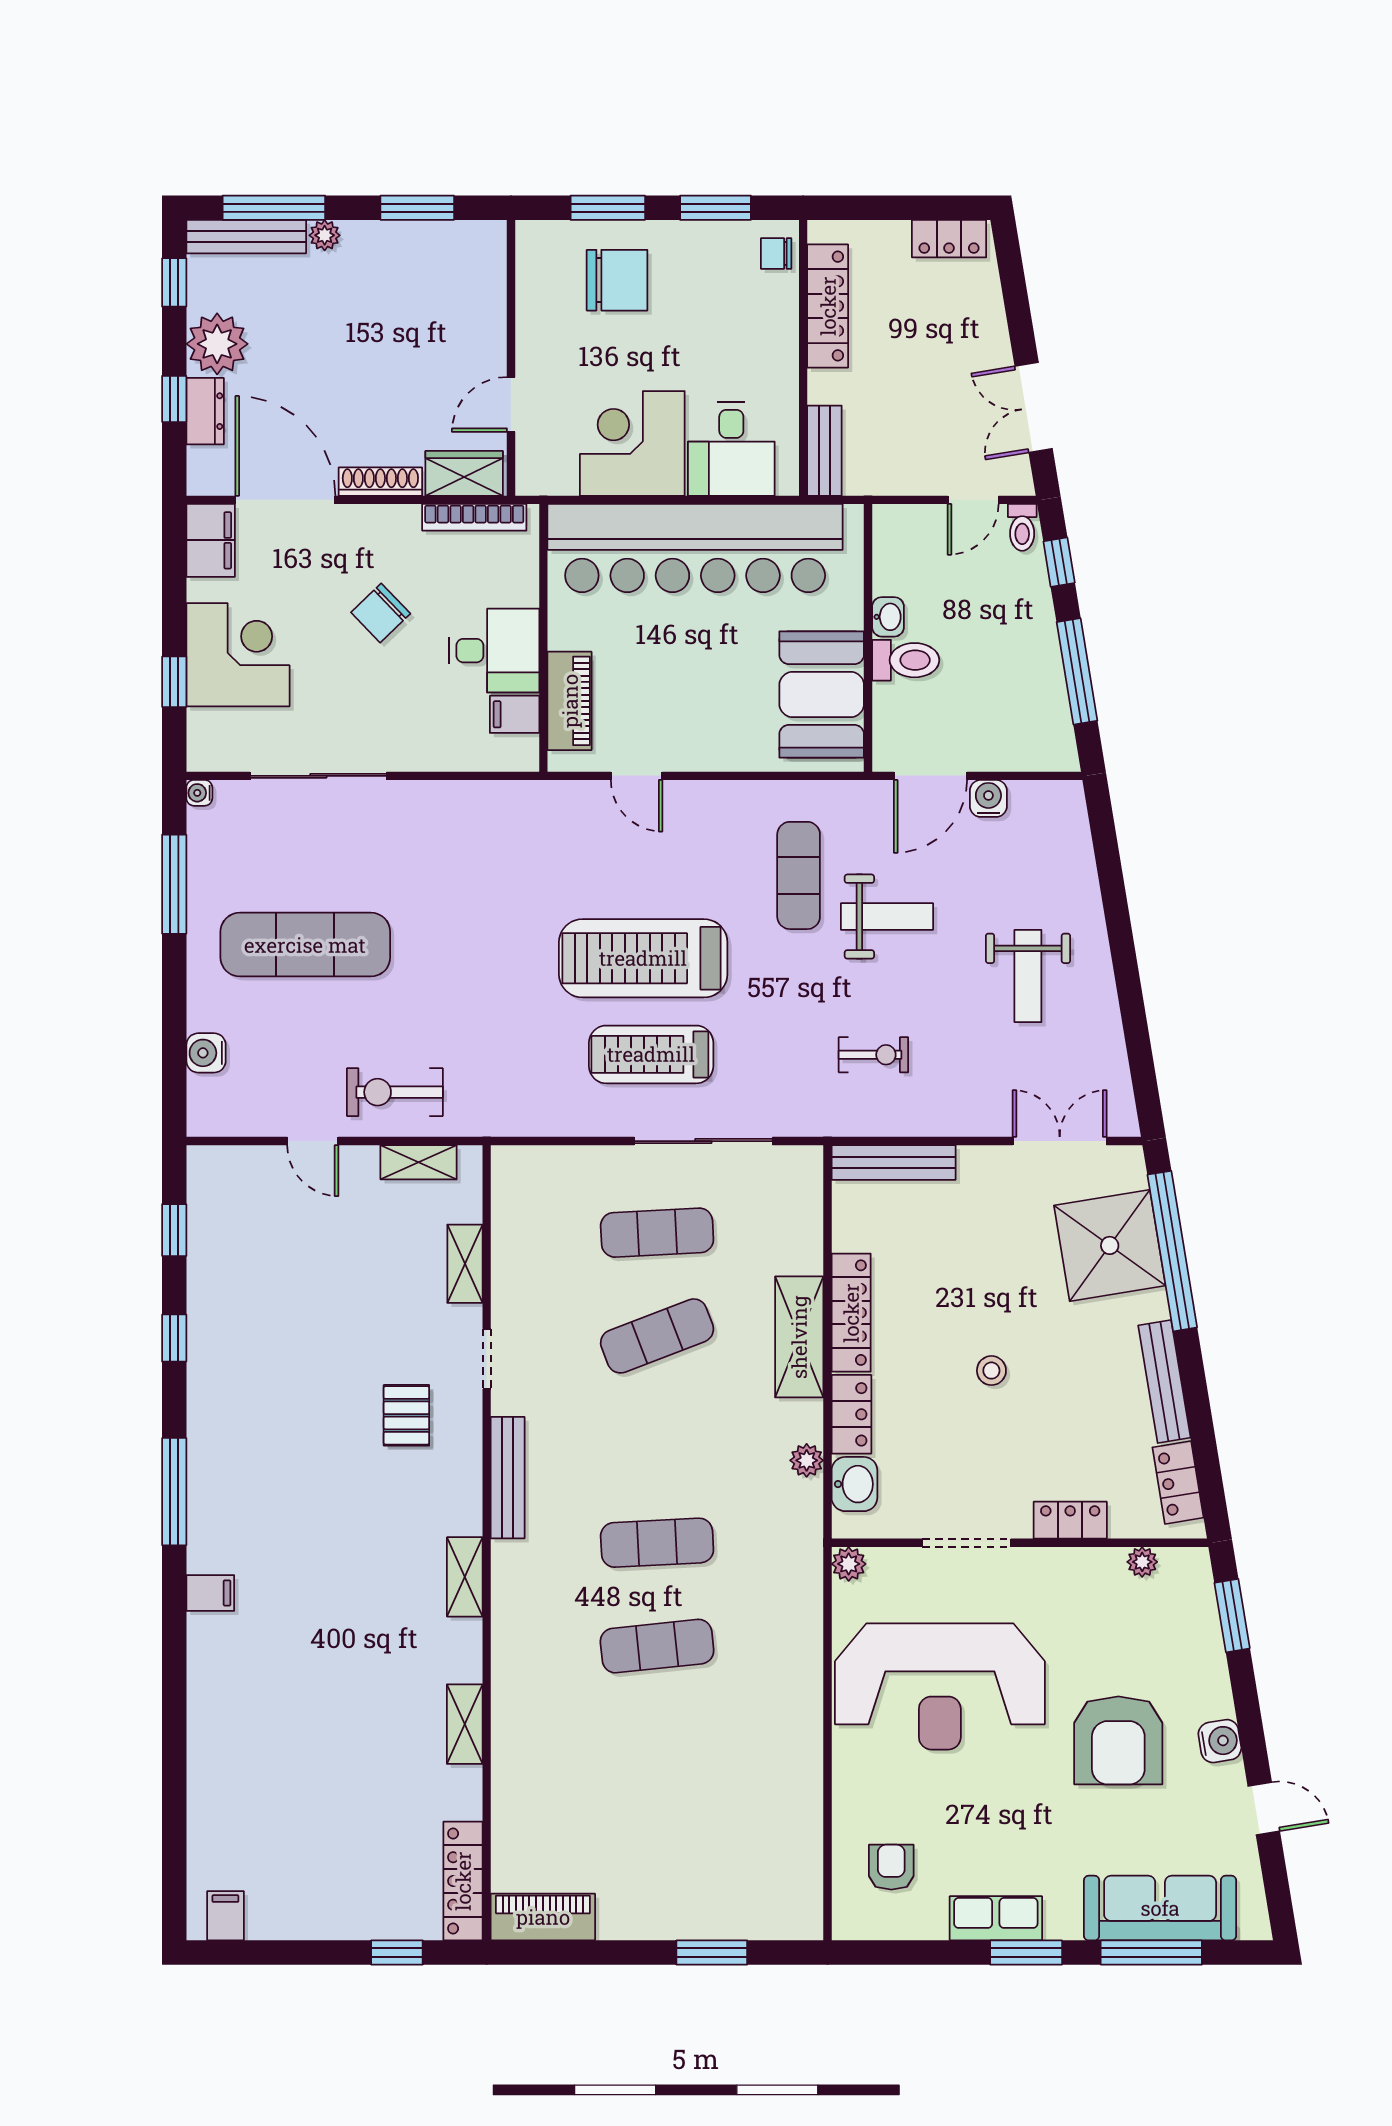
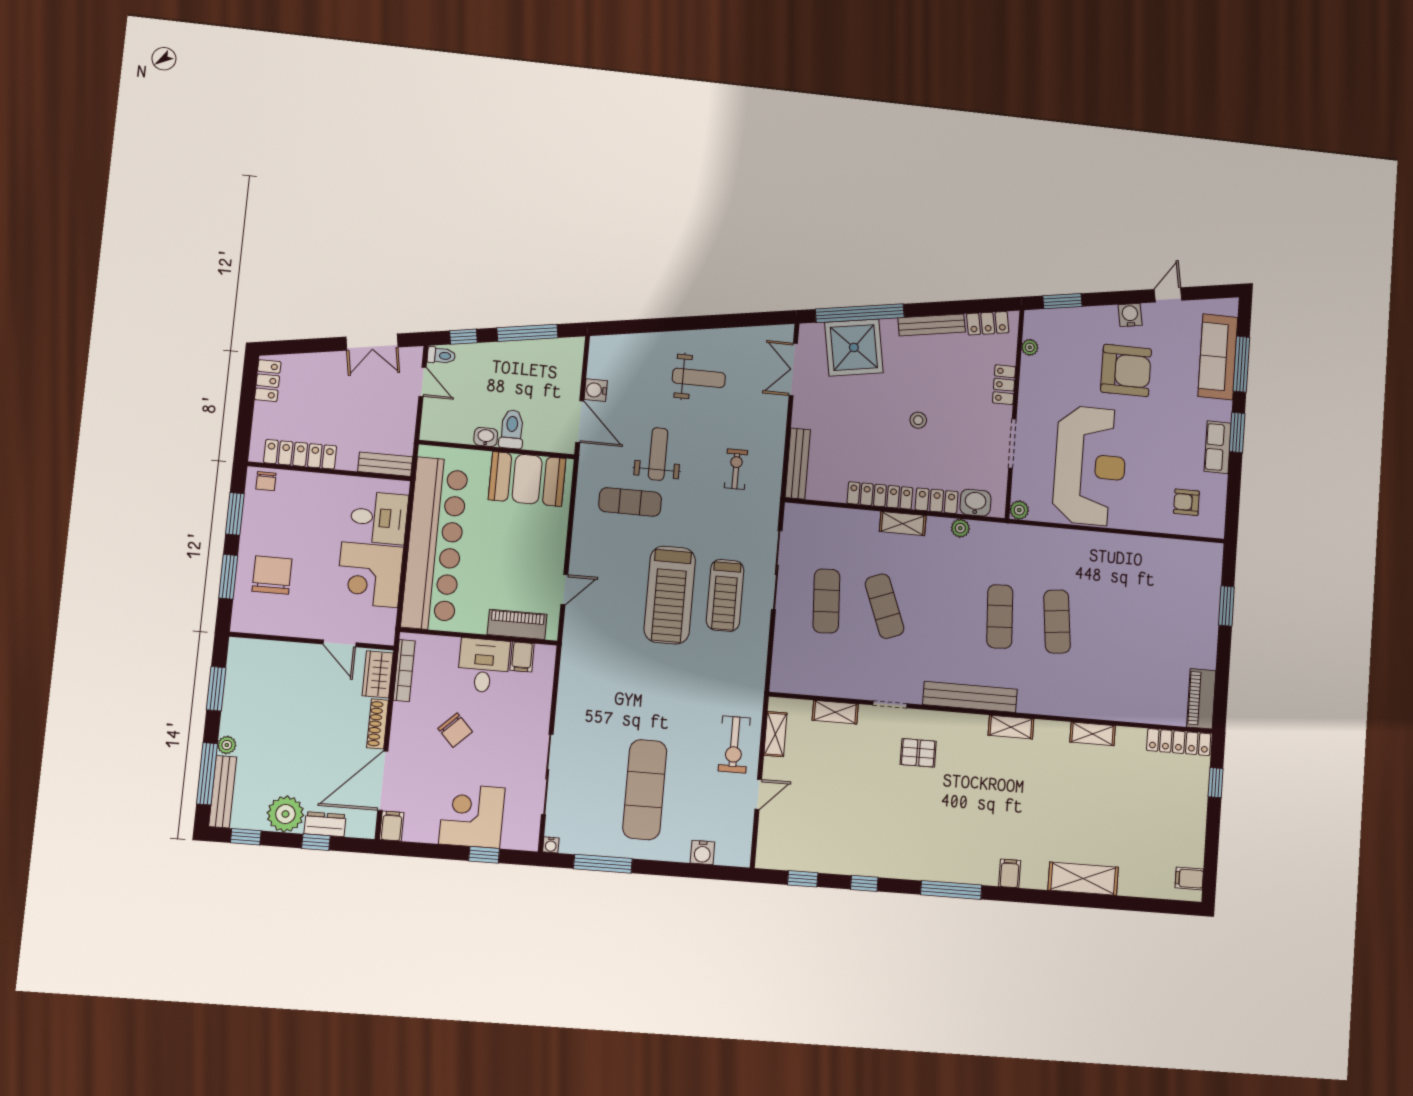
filing cabinet: (211, 540) -> (392, 826), width x0.50
shelving: (799, 1337) -> (903, 524), width x0.67, depth x0.75
bench: (508, 1478) -> (970, 697), width x1.37, depth x1.21
shelving: (211, 1725) -> (1083, 879), added

